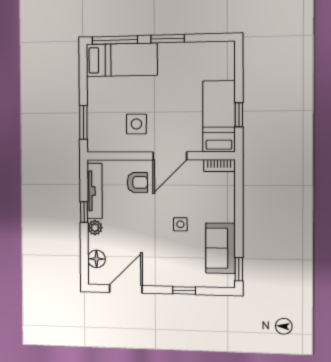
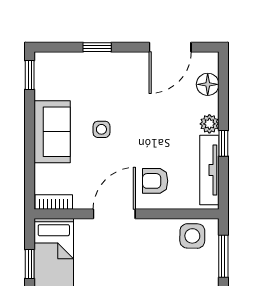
side table: (136, 124) -> (192, 236), moved
sofa: (220, 248) -> (52, 132), moved

